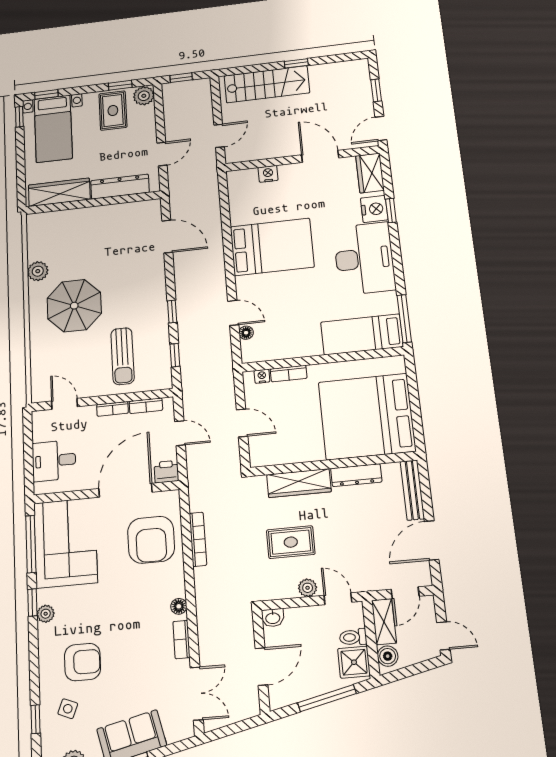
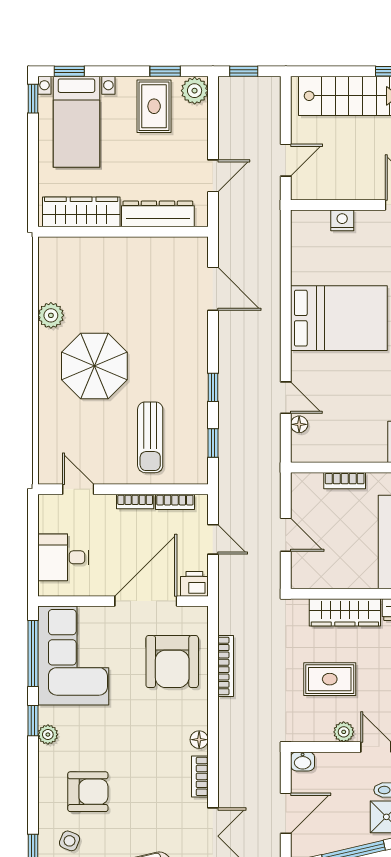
nightstand: (262, 376) -> (313, 480), removed

